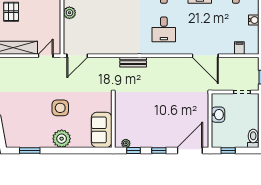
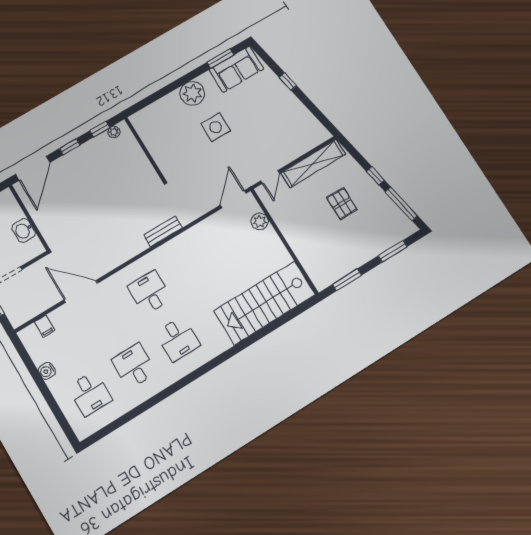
plant: (69, 13) -> (260, 221), moved
sofa: (102, 130) -> (236, 69), moved, turned 90

